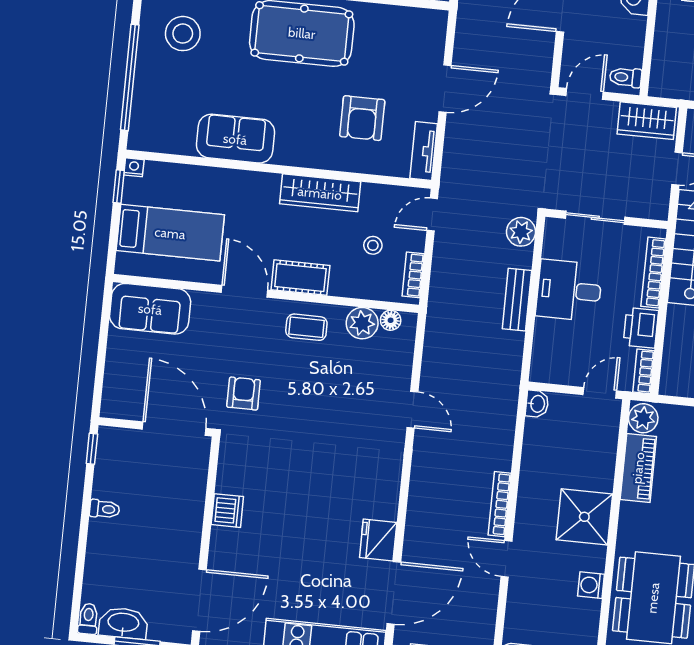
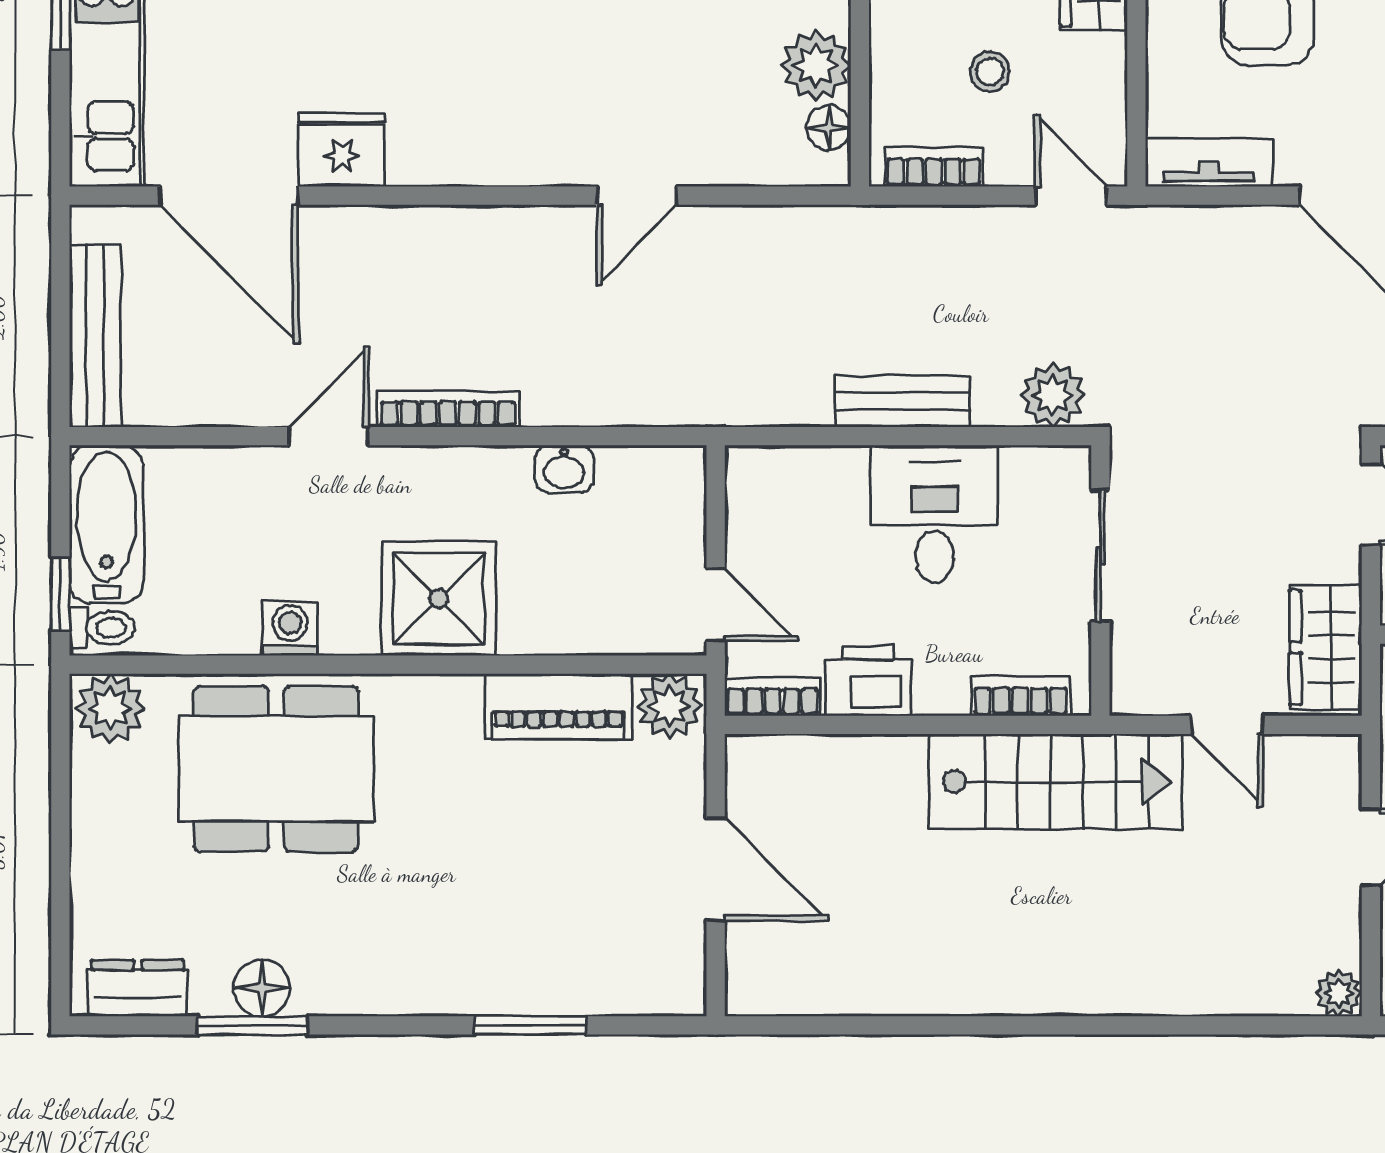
bookcase: (653, 273) -> (1020, 696), width x0.64
washbasin: (537, 404) -> (564, 469), moved

